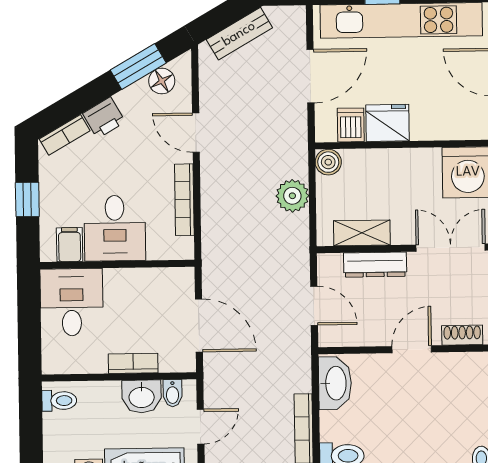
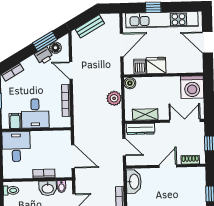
printer: (104, 118) -> (44, 56), moved
dresser: (375, 265) -> (140, 129), moved

